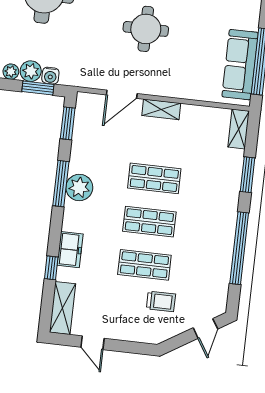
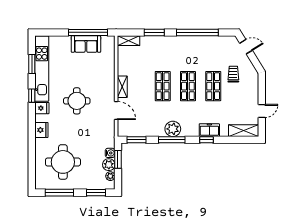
sofa: (240, 65) -> (86, 44), width x0.73
window: (51, 268) -> (207, 140), moved

